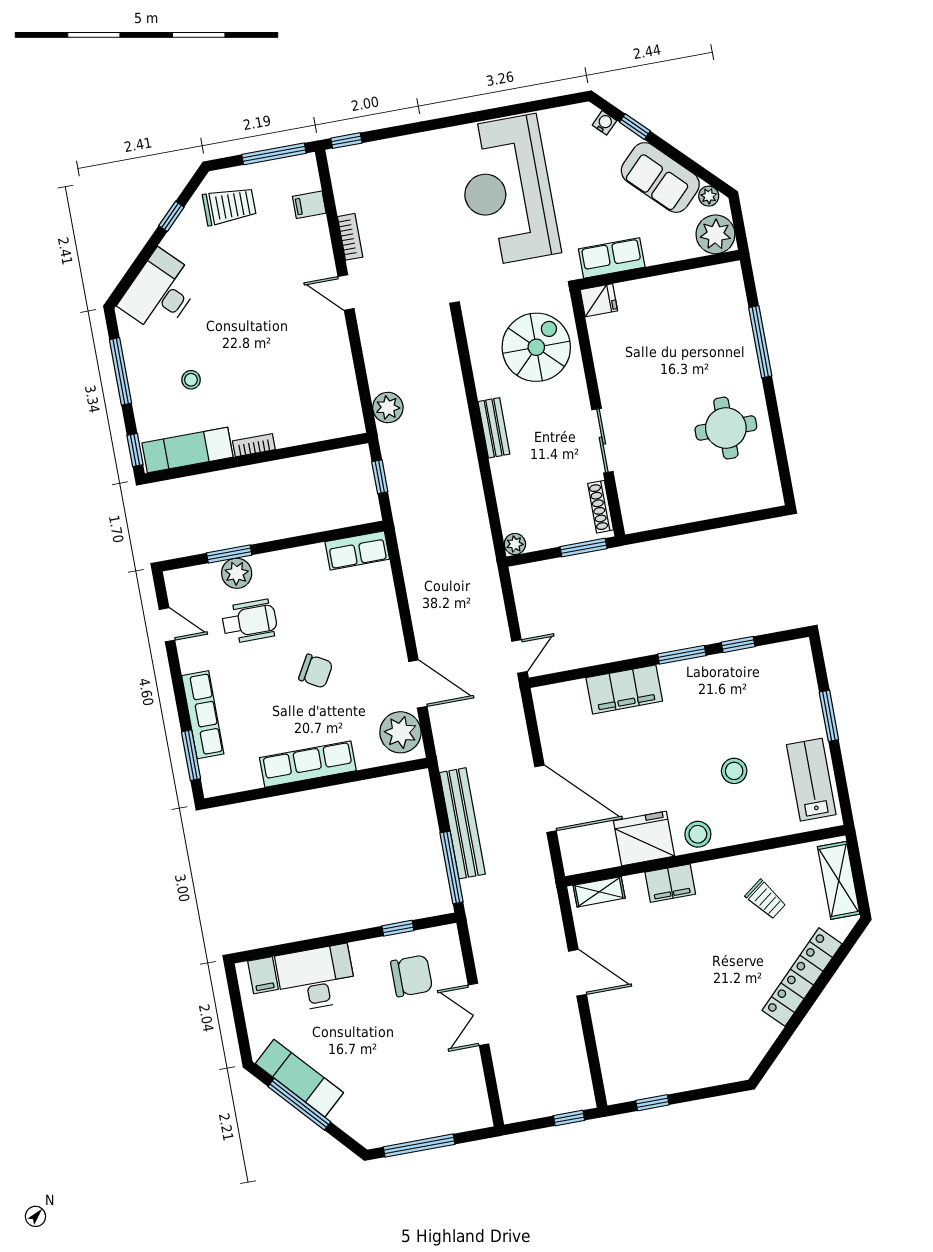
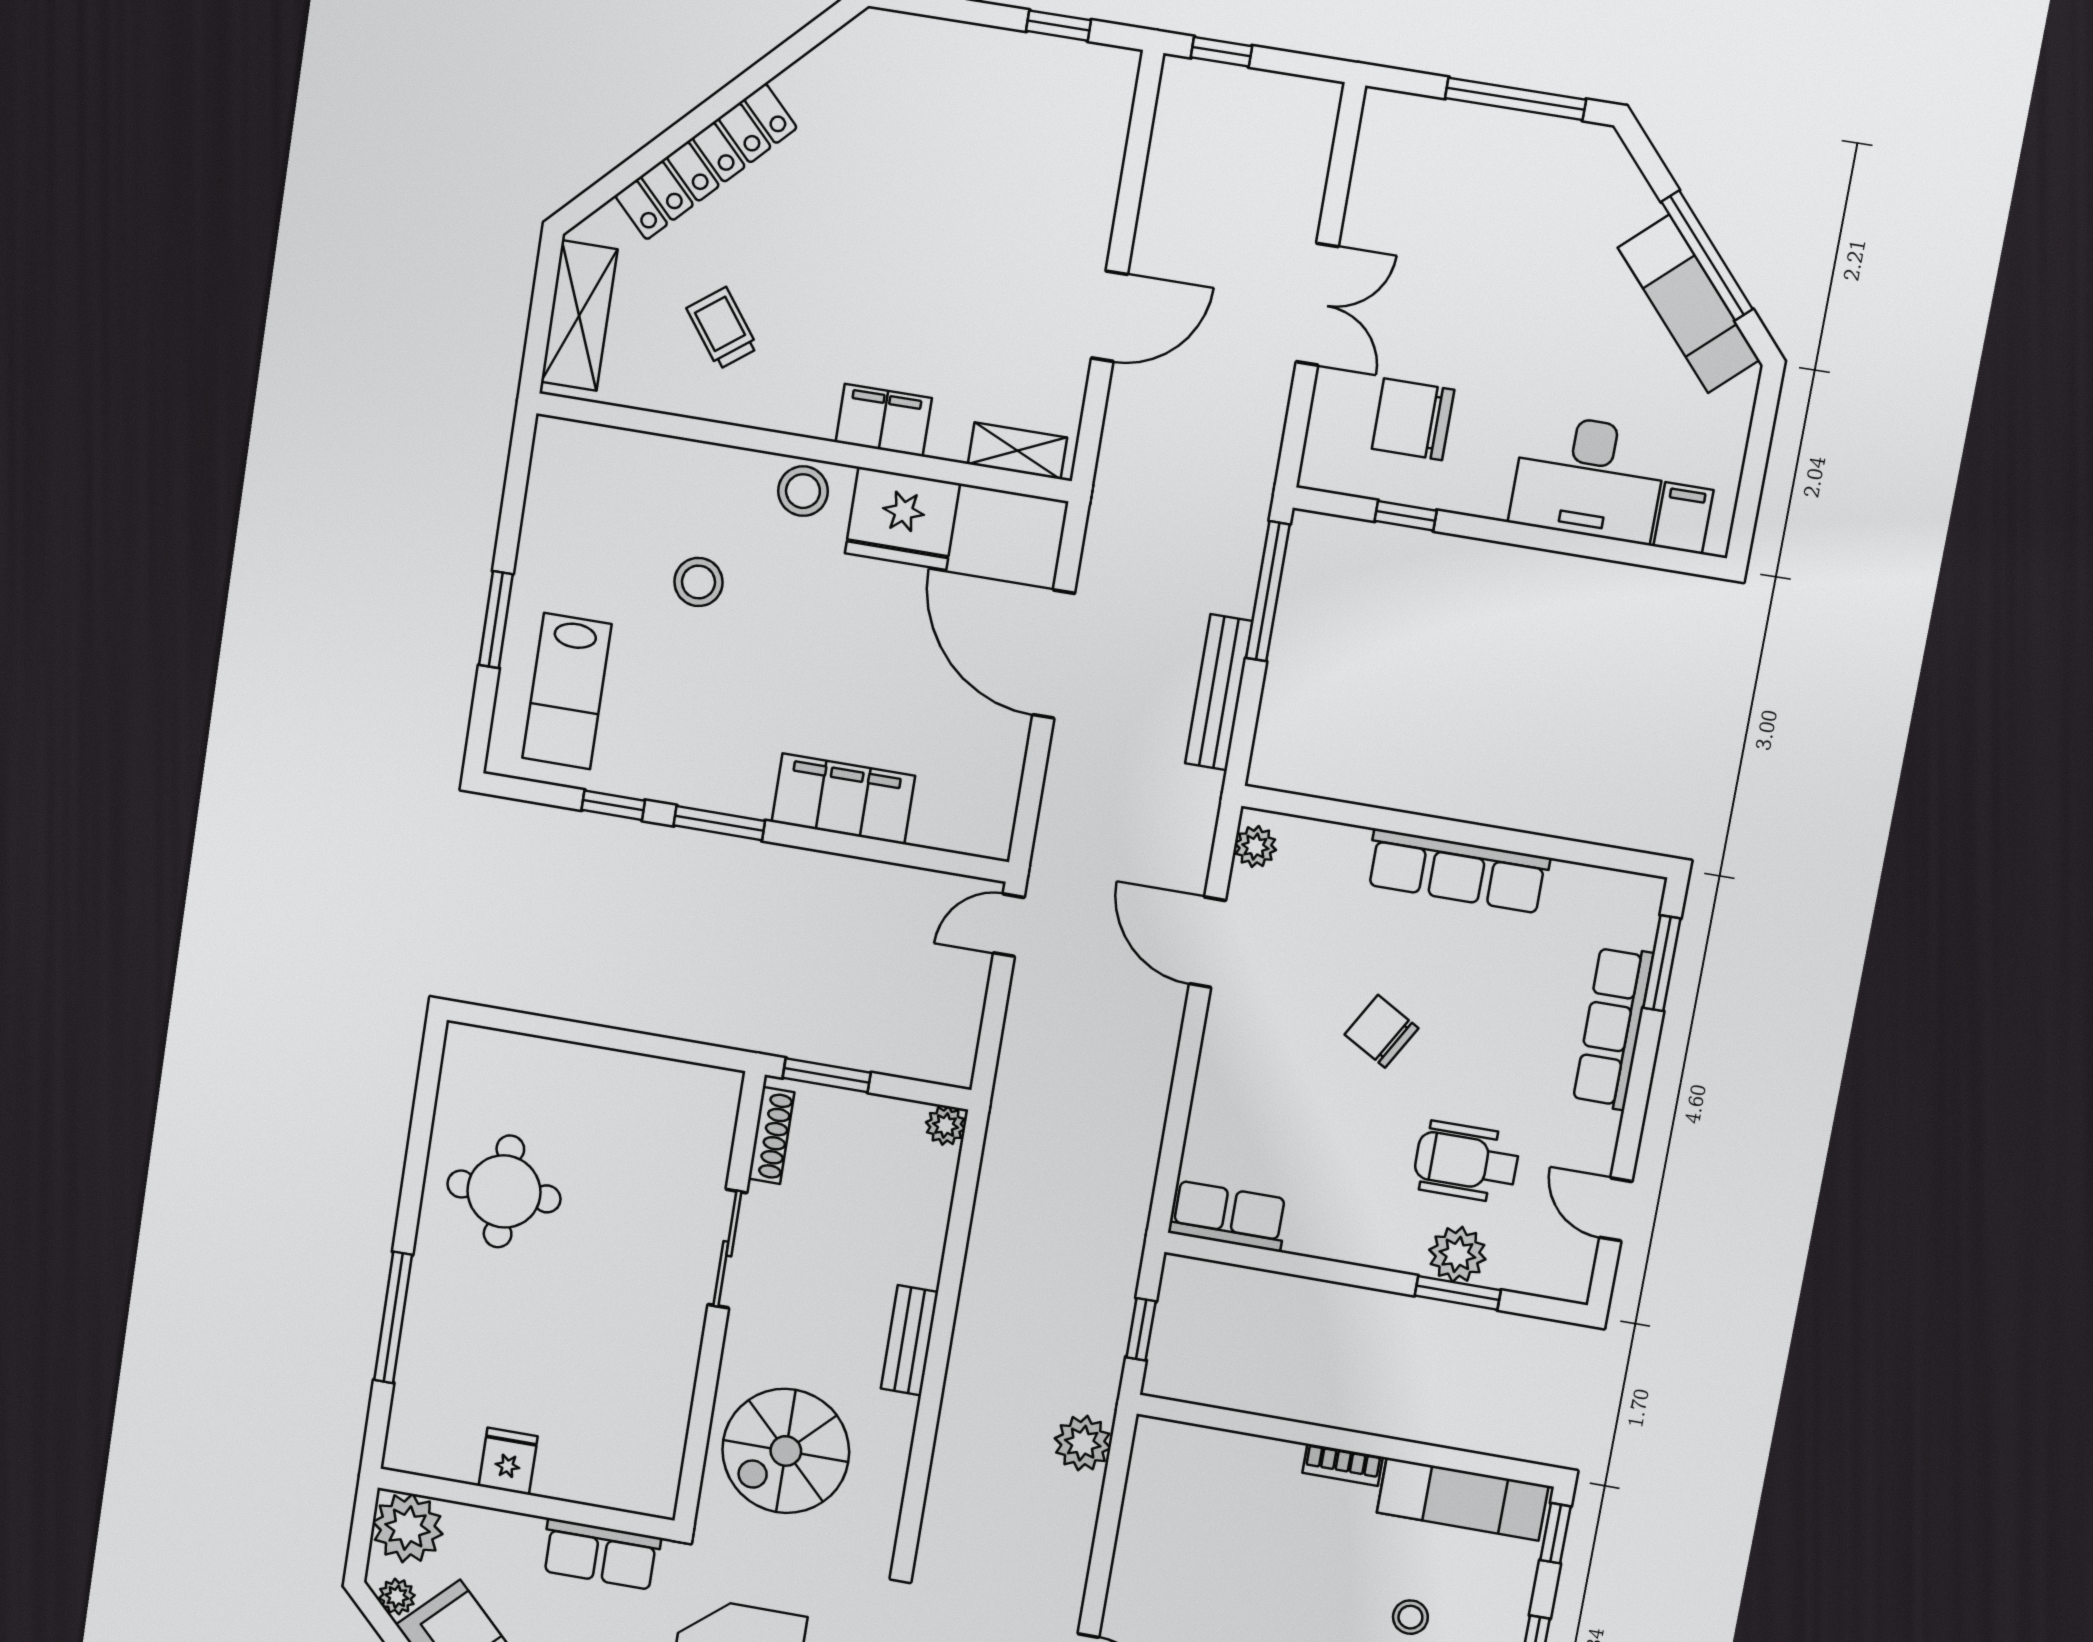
fridge: (599, 300) -> (508, 1461), moved, turned 90
plant: (400, 732) -> (1255, 847), width x0.53, depth x0.53
lab bench: (811, 780) -> (567, 691), moved
bench: (462, 823) -> (1219, 692), width x0.73, depth x0.82
door: (577, 973) -> (1109, 316), swing flipped

